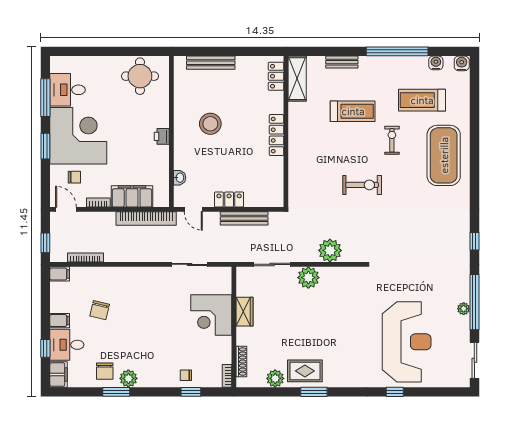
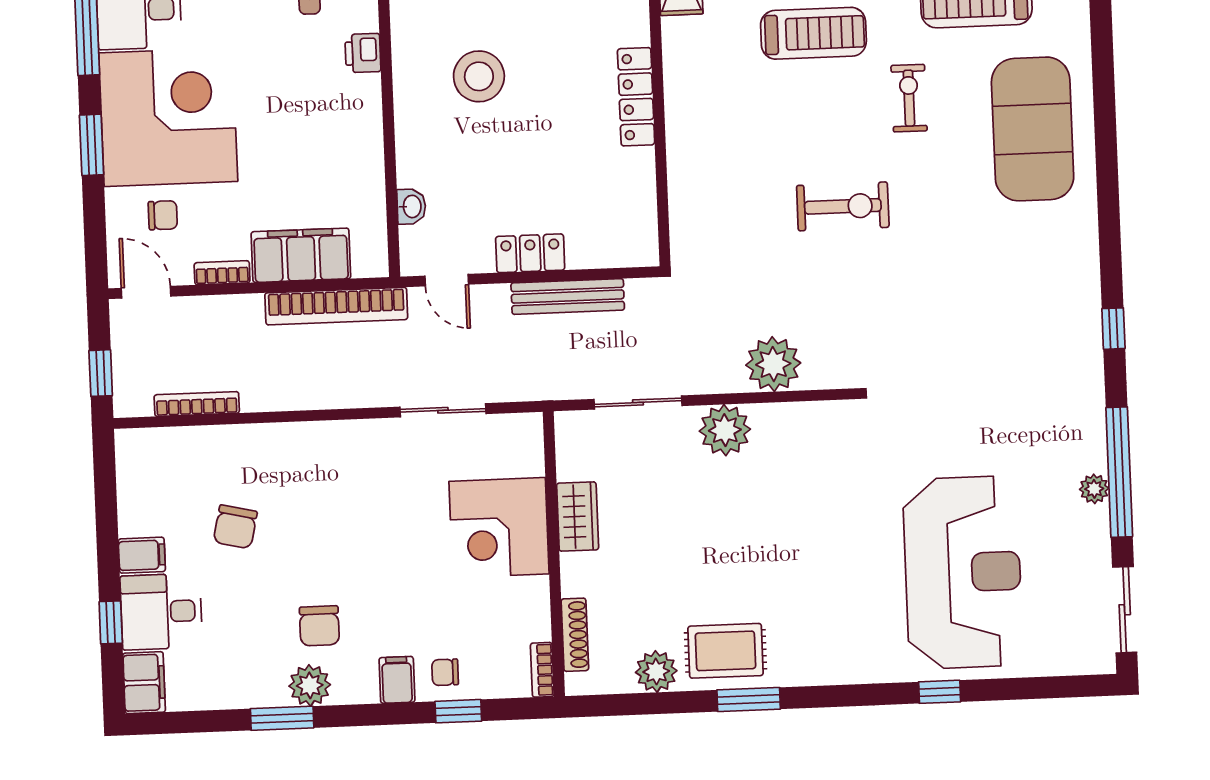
printer: (162, 136) -> (363, 53), moved
filing cabinet: (60, 274) -> (397, 680), moved, turned -90
chair: (105, 371) -> (319, 626), moved

